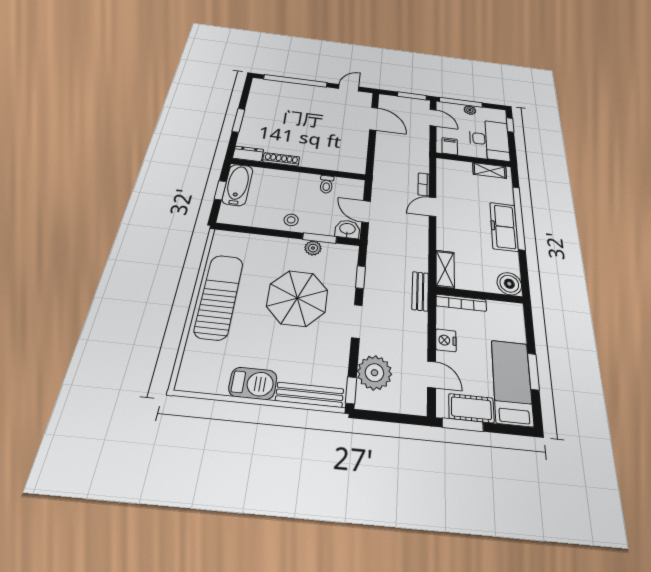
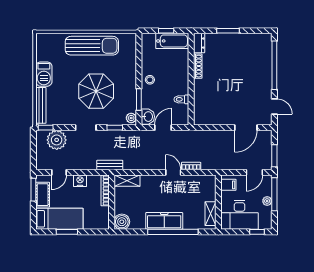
plant: (313, 248) -> (131, 118), moved

